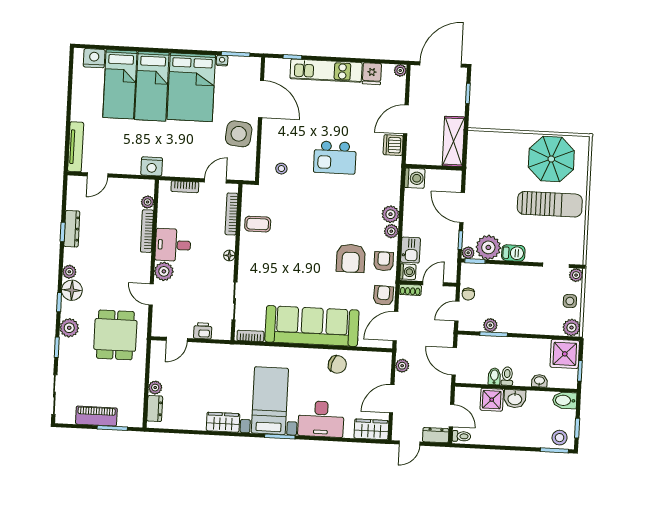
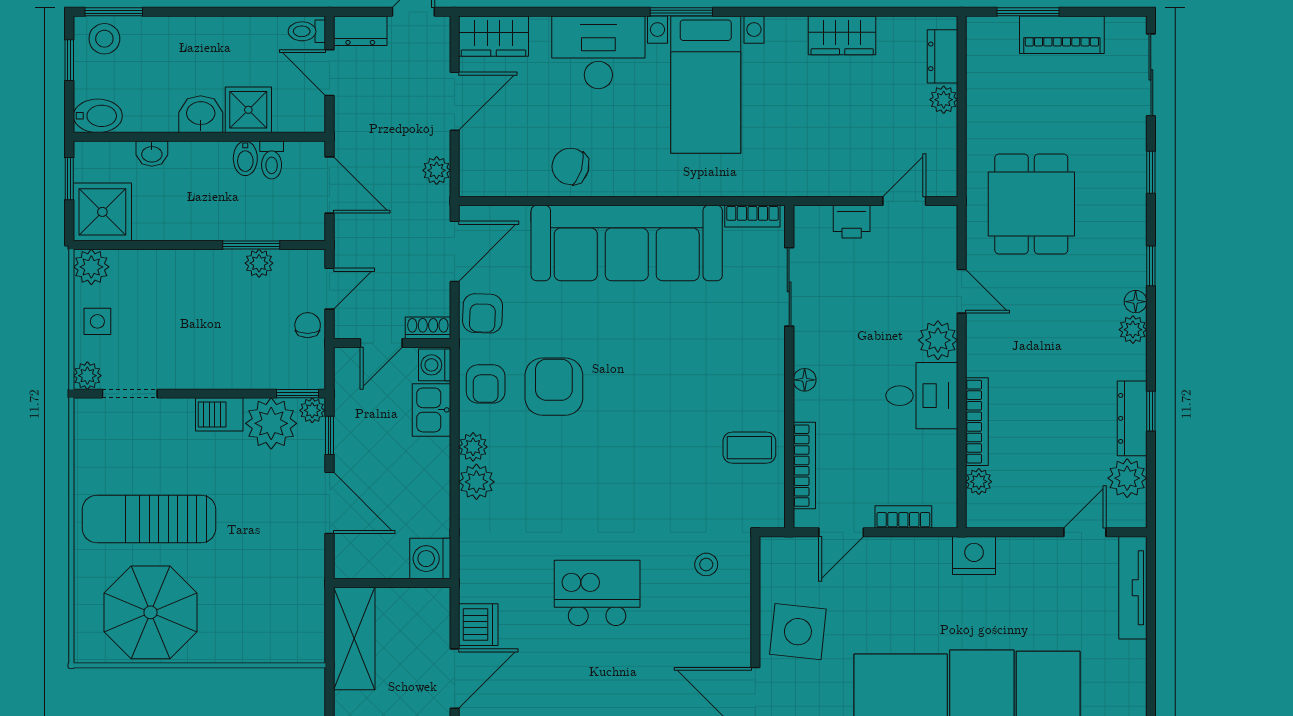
floor lamp: (72, 290) -> (1136, 302), width x0.53, depth x0.53
plant: (69, 328) -> (1127, 478), moved
toilet: (507, 376) -> (272, 160), moved
wardrobe: (223, 422) -> (842, 35), moved

